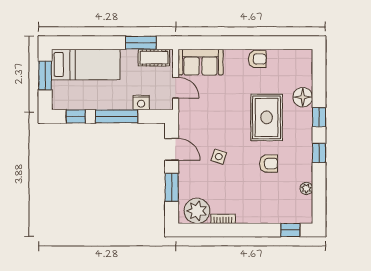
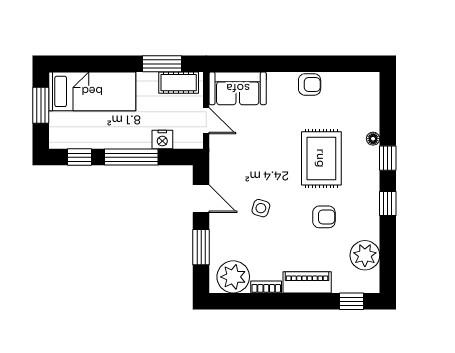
floor lamp: (303, 97) -> (373, 139), width x0.53, depth x0.53
plant: (306, 188) -> (365, 255), width x1.88, depth x1.88
piano: (255, 215) -> (307, 282), added

